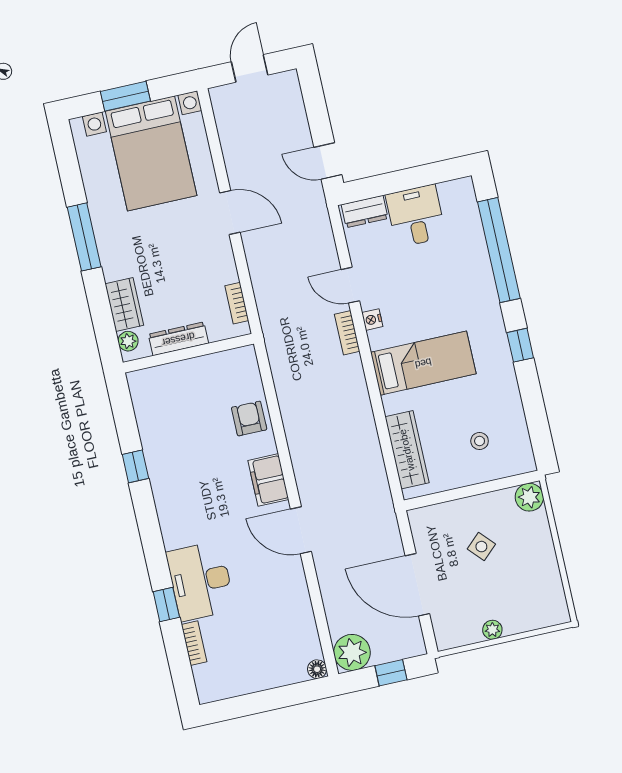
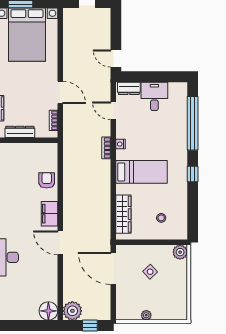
door: (230, 213) -> (60, 92), moved
door: (350, 285) -> (113, 111), moved
door: (417, 585) -> (113, 269), moved
floor lamp: (317, 669) -> (48, 311), width x1.89, depth x1.89

